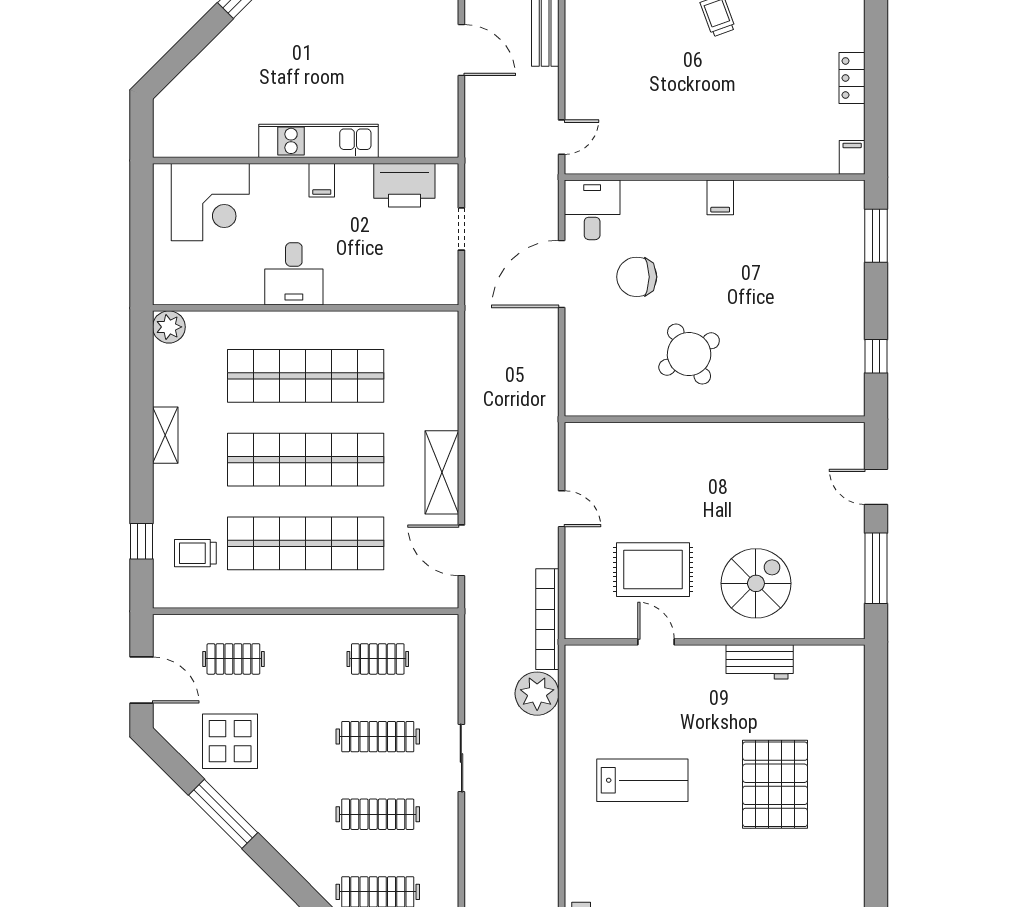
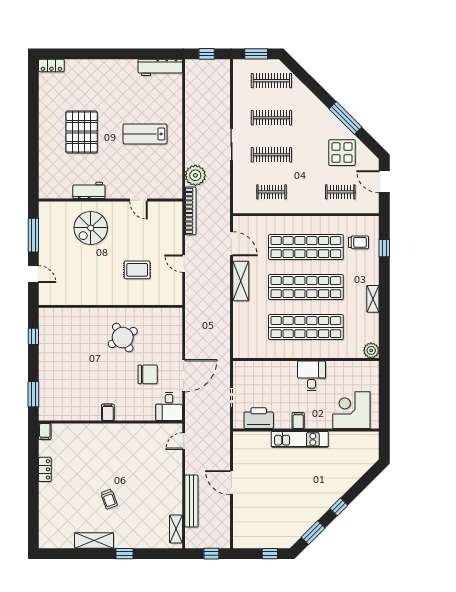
rug: (653, 570) -> (137, 270), moved, width x0.73, depth x0.70

